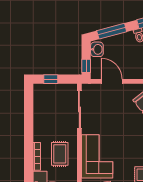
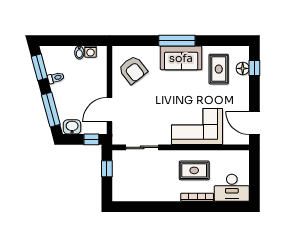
window: (51, 79) -> (107, 169), moved
sliding door: (79, 109) -> (142, 147), width x0.73

